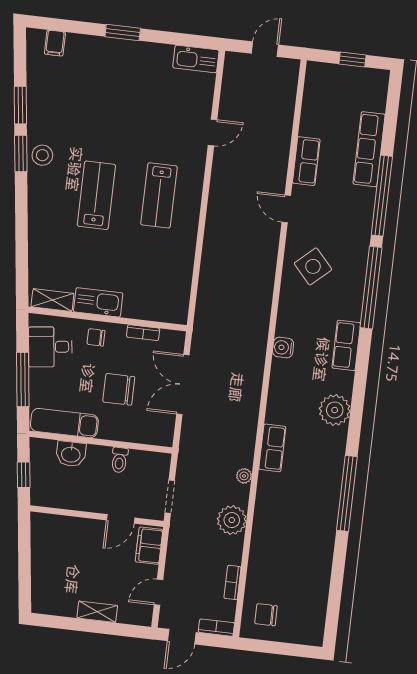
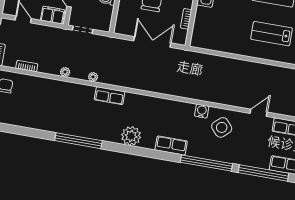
water cooler: (283, 348) -> (202, 111), moved
plant: (232, 520) -> (65, 72), width x0.53, depth x0.53

